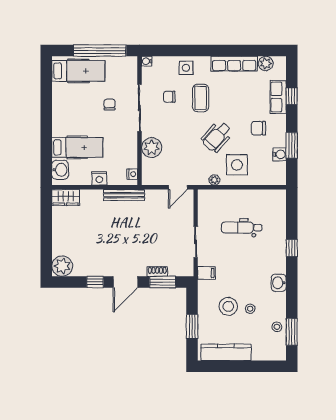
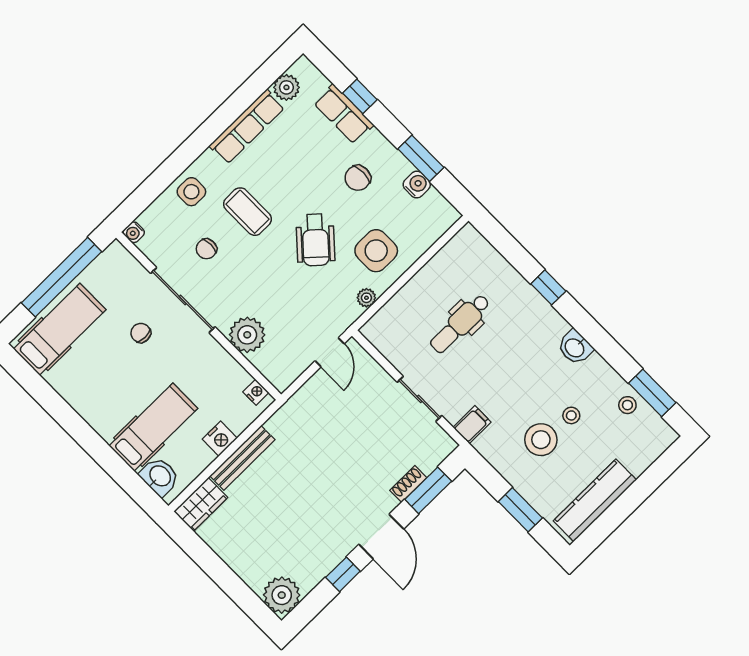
bench: (124, 195) -> (242, 458), moved

